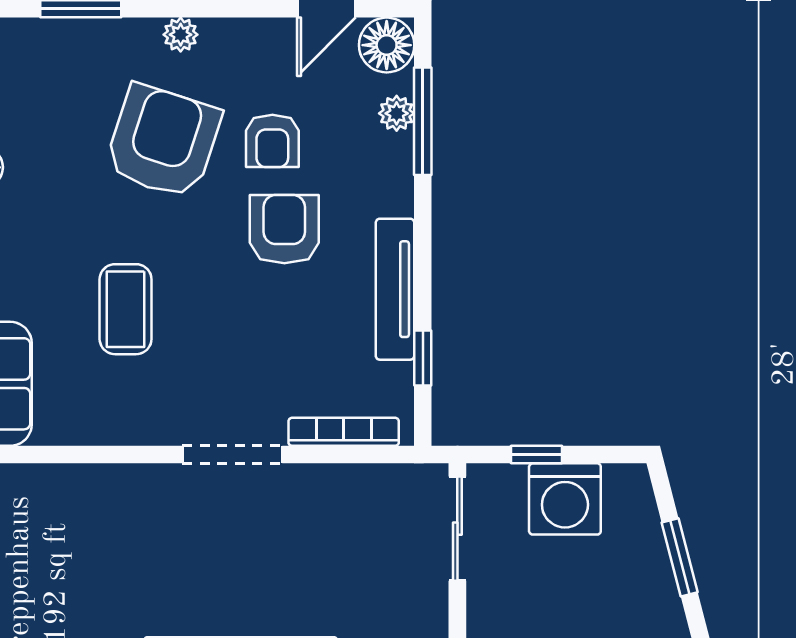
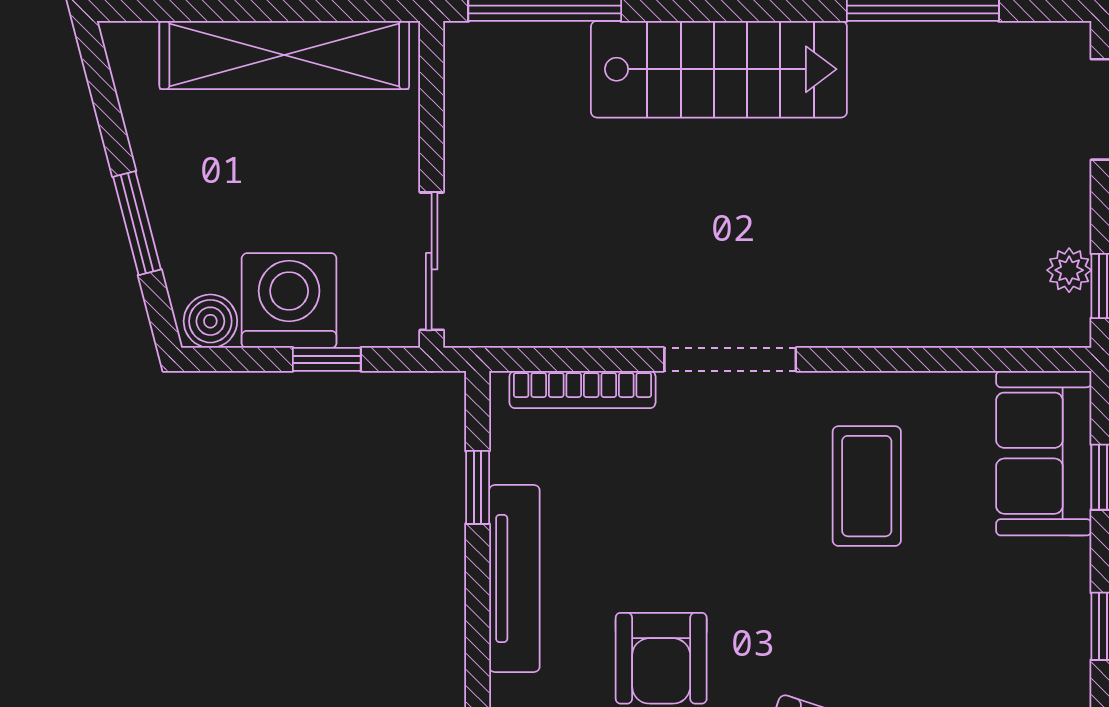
coffee table: (126, 309) -> (867, 486), moved
boiler: (624, 483) -> (210, 321), added

